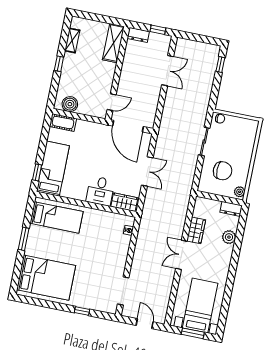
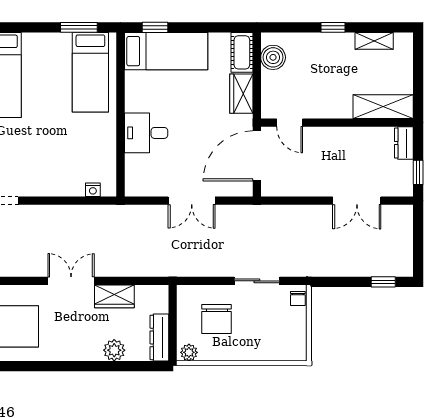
wardrobe: (124, 202) -> (241, 94), moved, turned 180
dresser: (231, 209) -> (159, 337), width x1.44
window: (24, 239) -> (79, 27), moved

